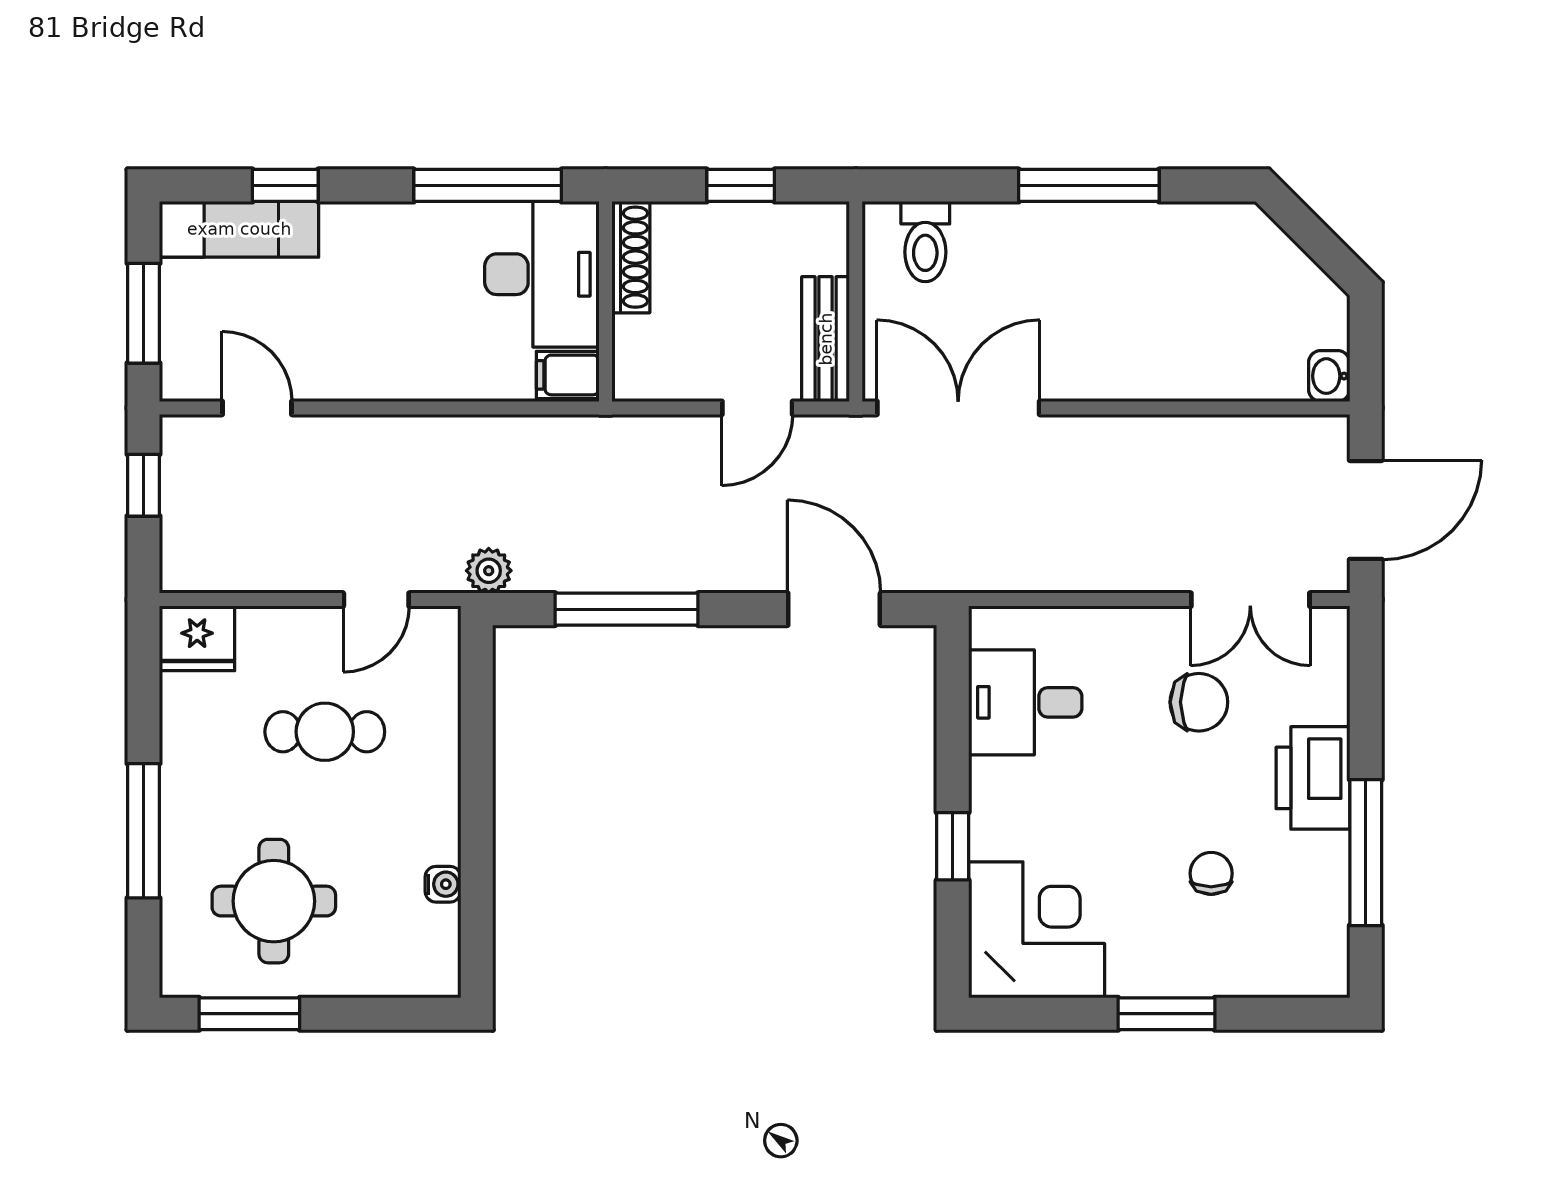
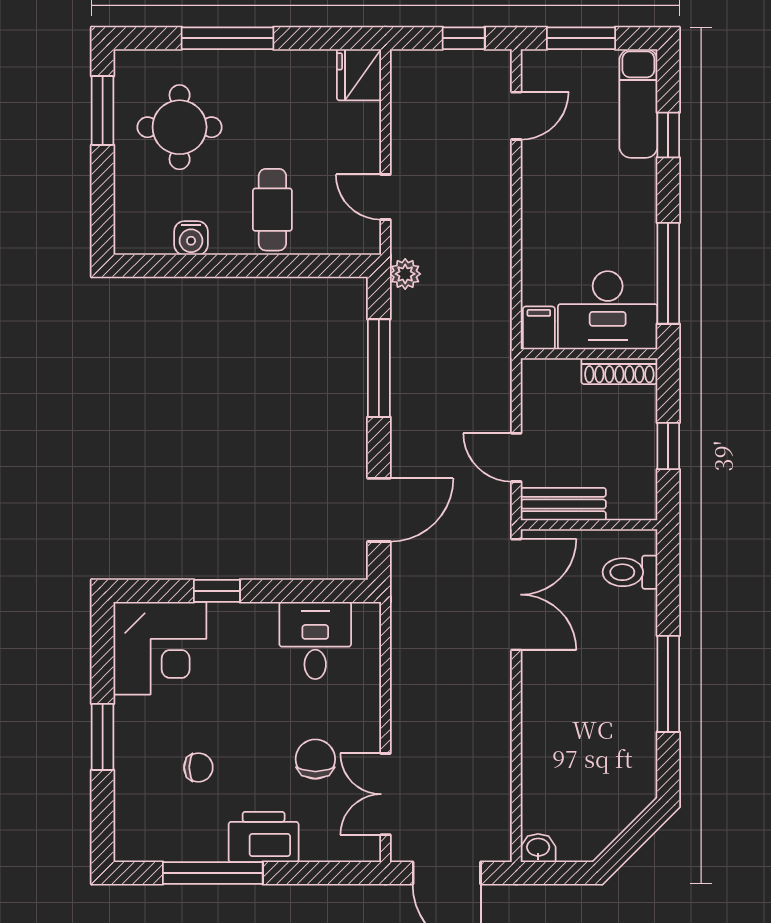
chair: (1199, 702) -> (315, 759), turned 180
cafe table: (325, 732) -> (272, 210), moved
water cooler: (443, 884) -> (191, 238), width x1.38, depth x1.38

